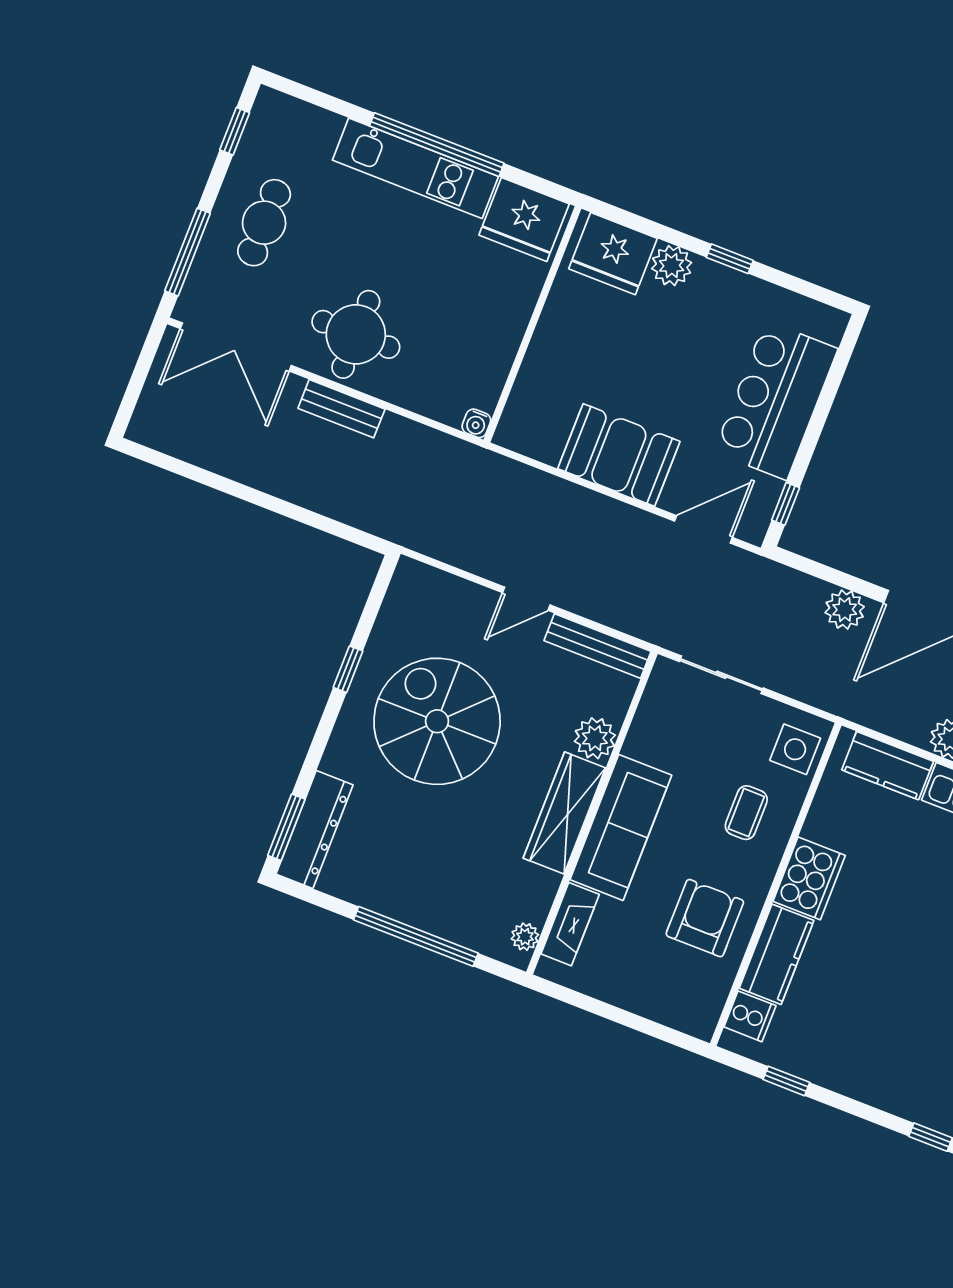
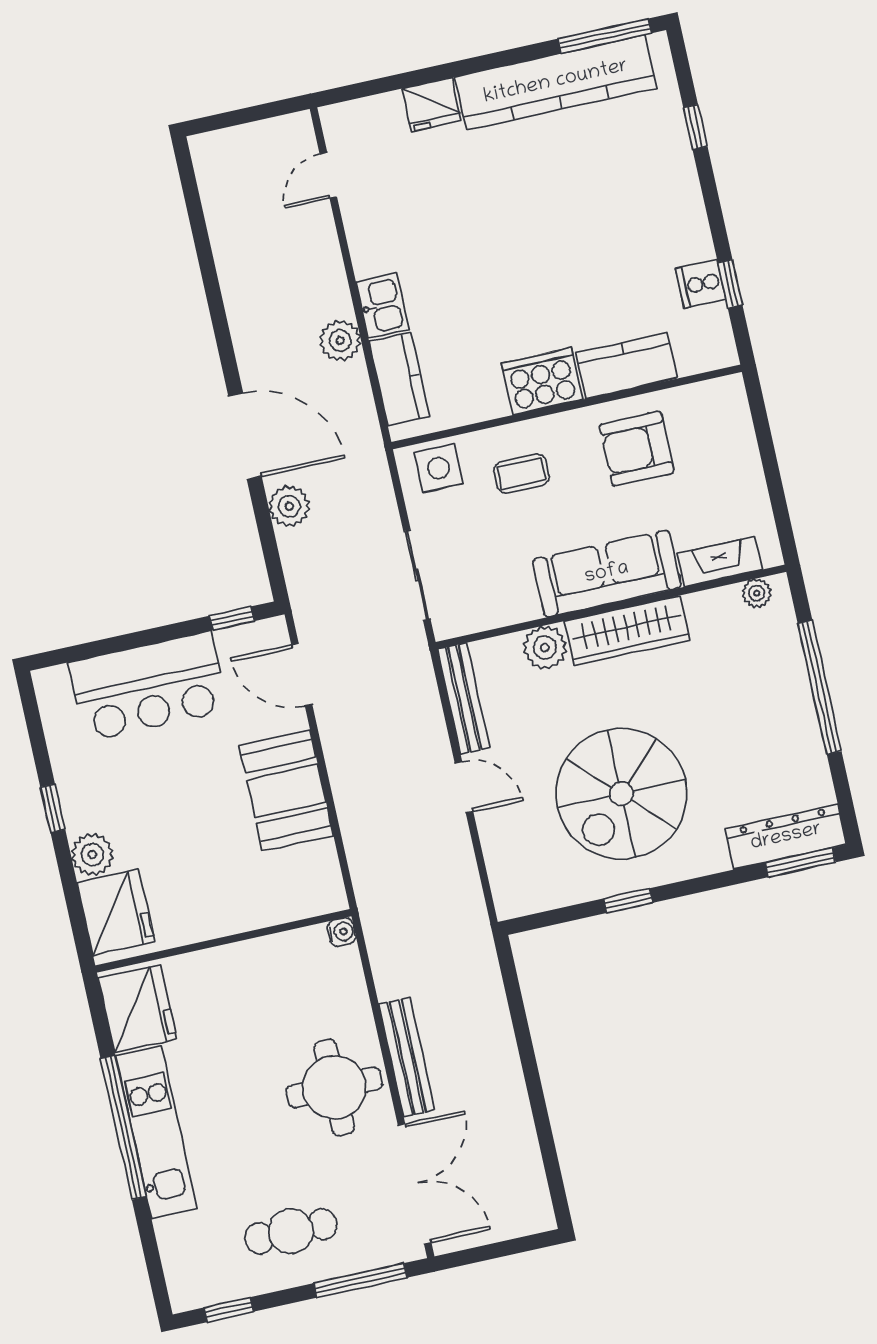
bench: (341, 409) -> (407, 1057), width x1.36
cooker: (750, 1016) -> (701, 284), moved, turned -90

